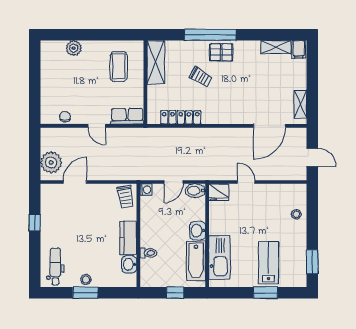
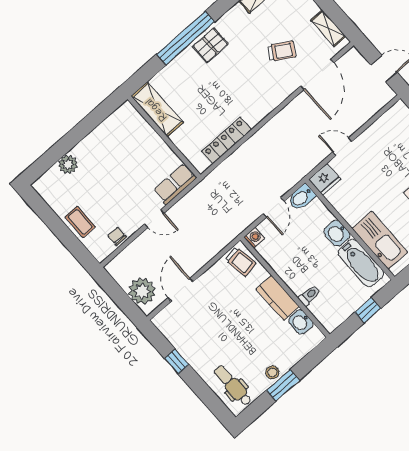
coffee table: (119, 66) -> (80, 222), moved, width x0.73, depth x0.77
trolley: (201, 77) -> (282, 51), moved

